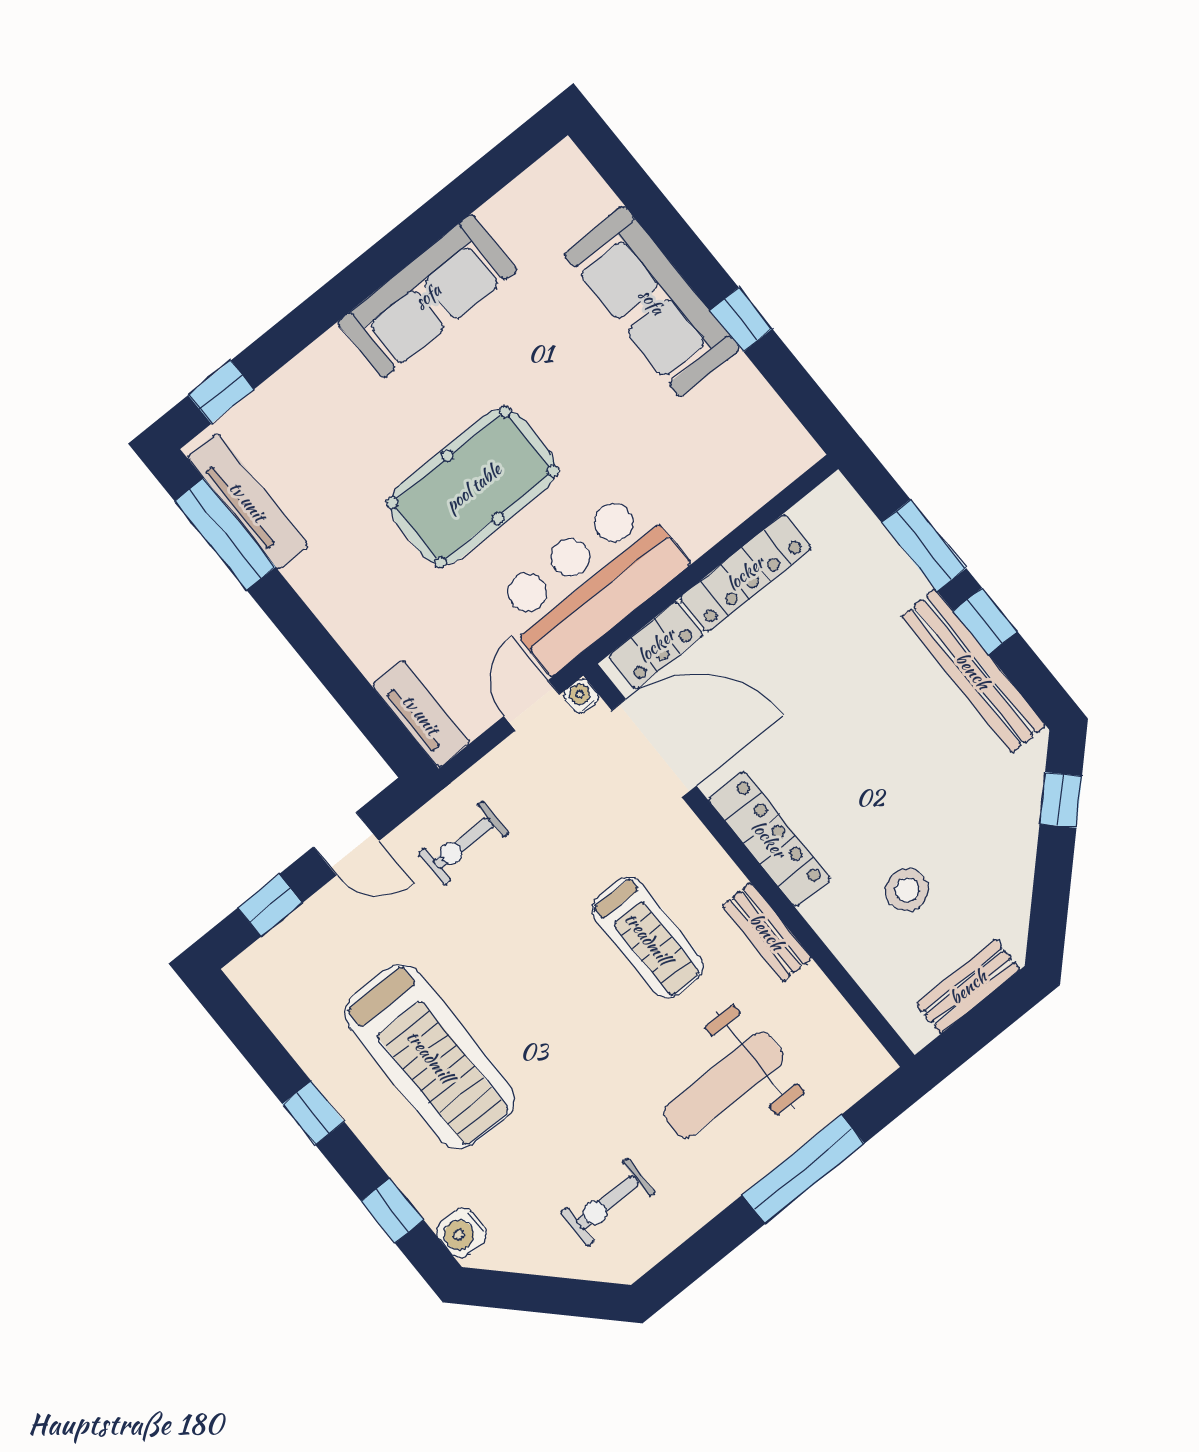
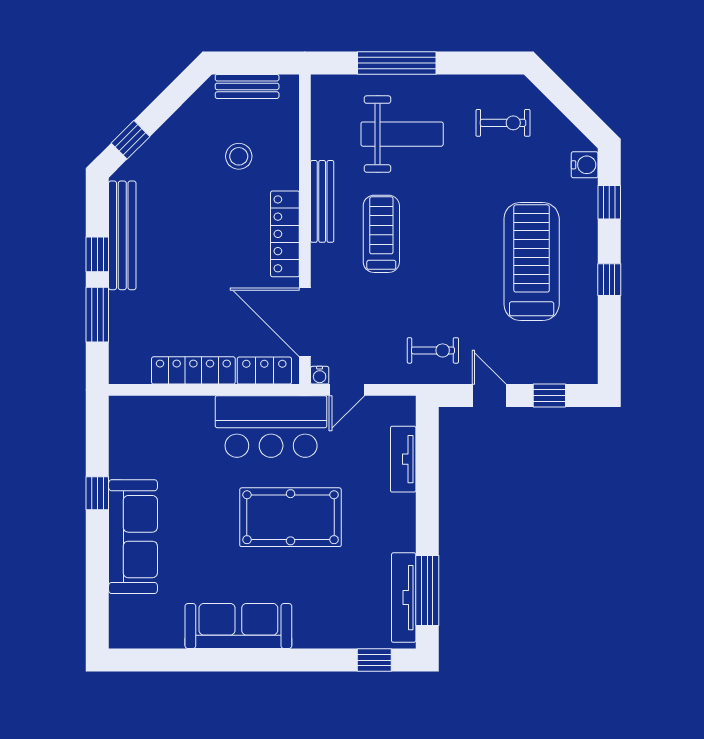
tv unit: (421, 714) -> (403, 459), moved
bench: (767, 932) -> (322, 201), width x1.36

